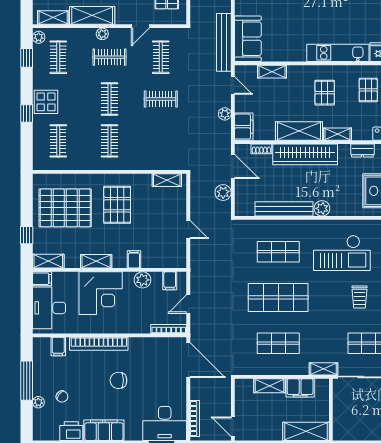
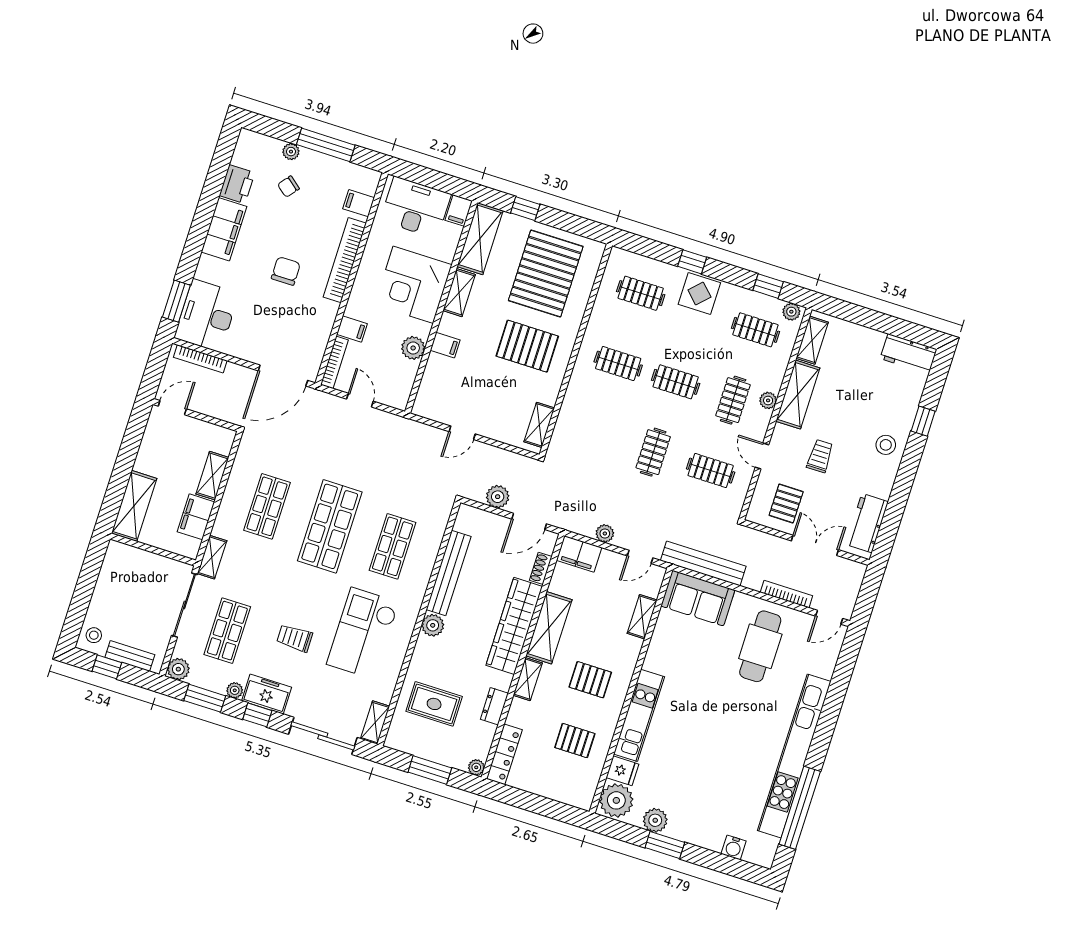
shelving: (48, 261) -> (480, 239), width x1.50, depth x1.33
filing cabinet: (170, 281) -> (352, 329), moved, turned 180

